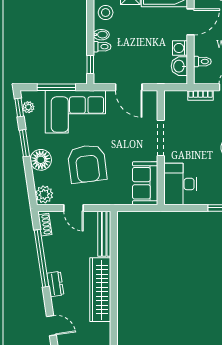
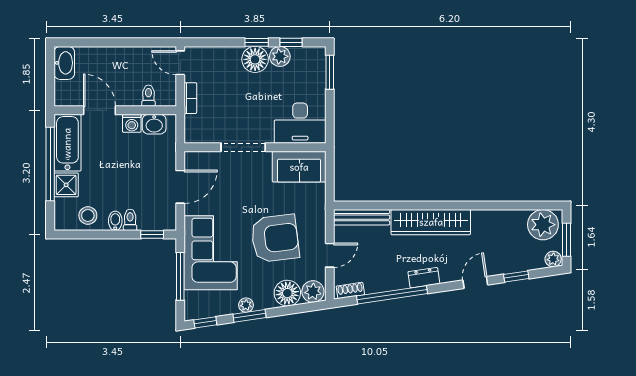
plant: (28, 107) -> (246, 305), moved
floor lamp: (41, 160) -> (287, 293), moved

